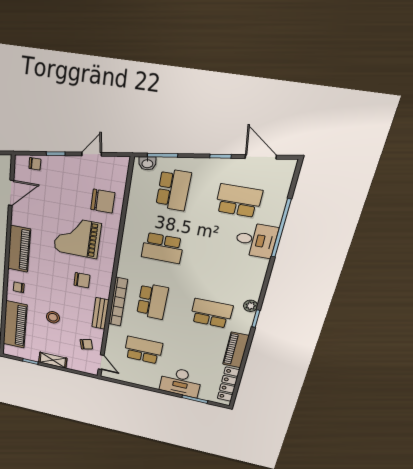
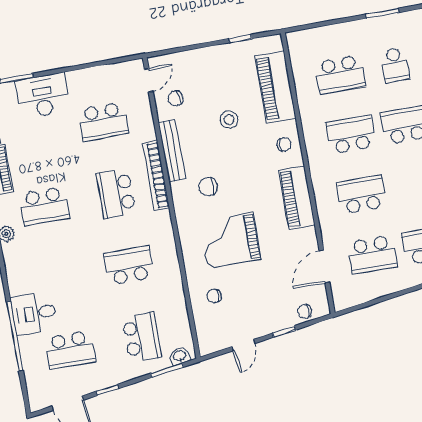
school desk: (173, 190) -> (142, 337), turned 180
chair: (103, 201) -> (214, 296), width x0.54, depth x0.54
grand piano: (77, 237) -> (230, 241), turned 180
bench: (100, 313) -> (172, 151), width x1.36
shelving: (53, 360) -> (211, 54), removed
door: (101, 362) -> (149, 80), swing flipped

